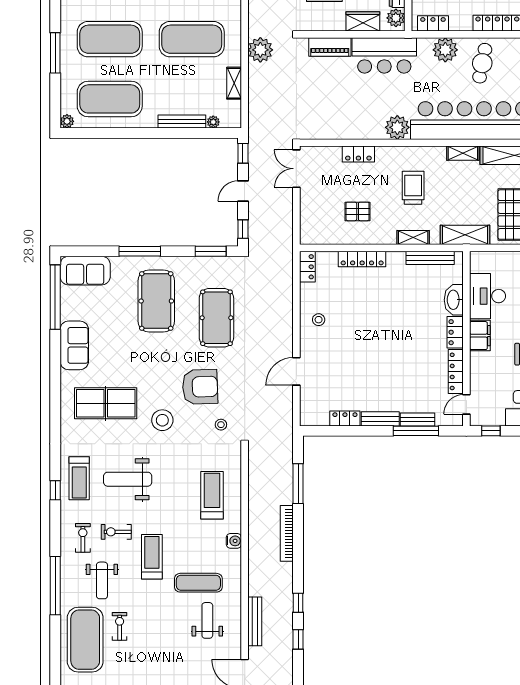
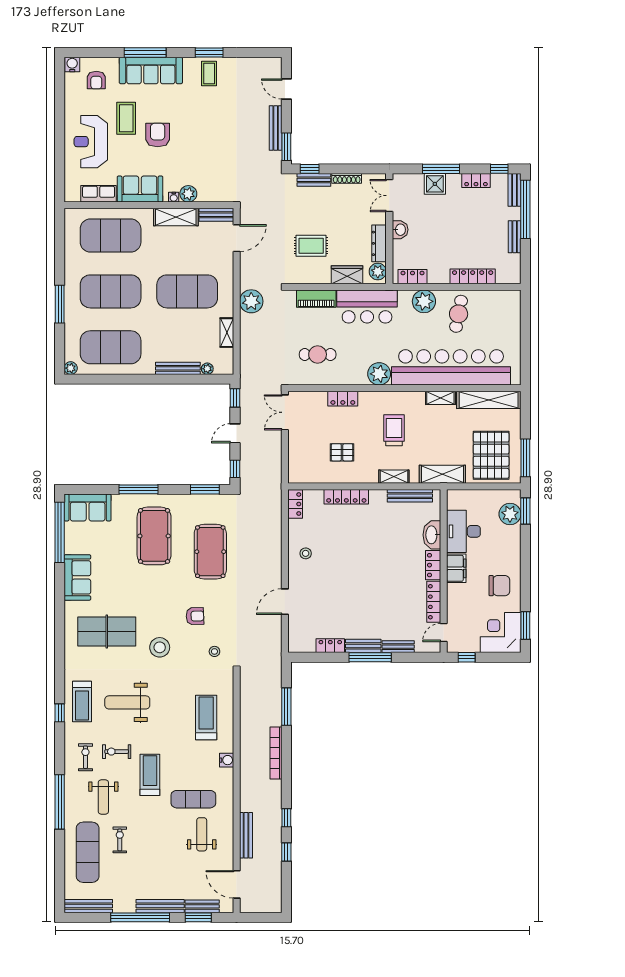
cafe table: (331, 107) -> (318, 354), added
armchair: (200, 387) -> (195, 616), width x0.53, depth x0.53
window: (416, 431) -> (370, 657), moved
exercise mat: (85, 640) -> (88, 852), width x0.68

